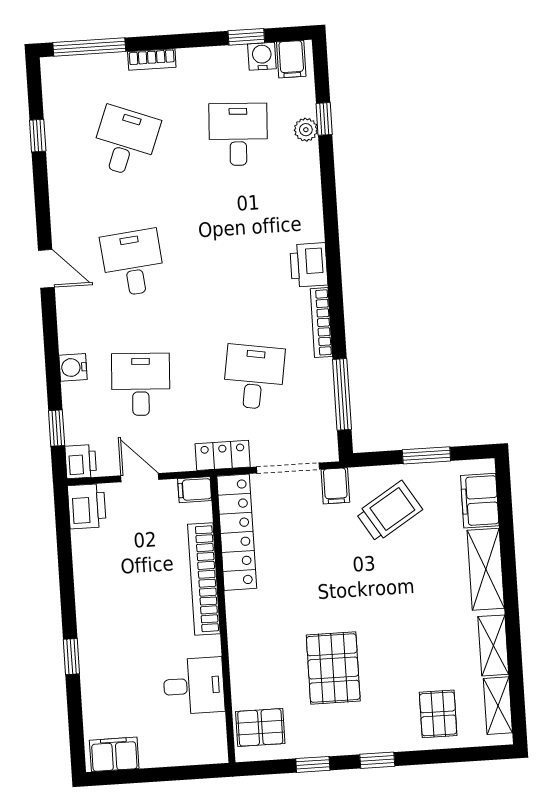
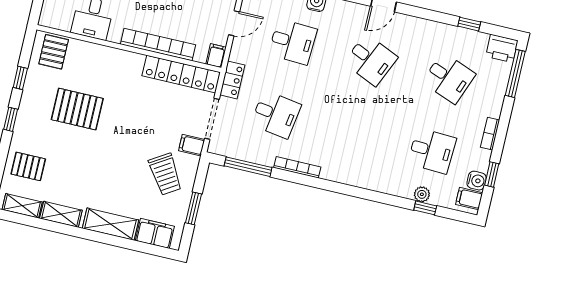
bookcase: (152, 60) -> (490, 134), moved
desk: (133, 263) -> (371, 60), turned 30
printer: (309, 265) -> (502, 48), moved, turned 180

